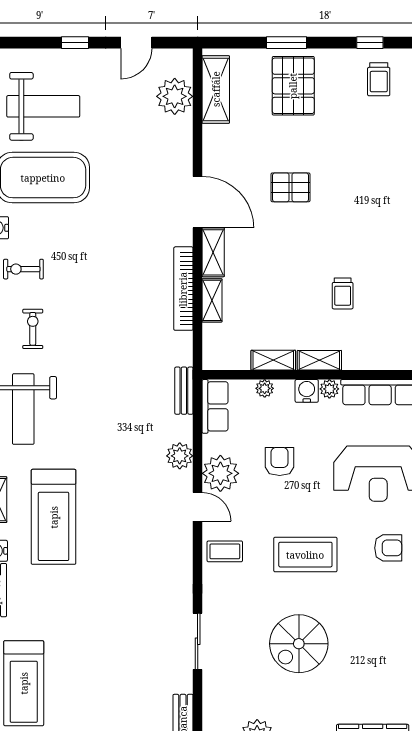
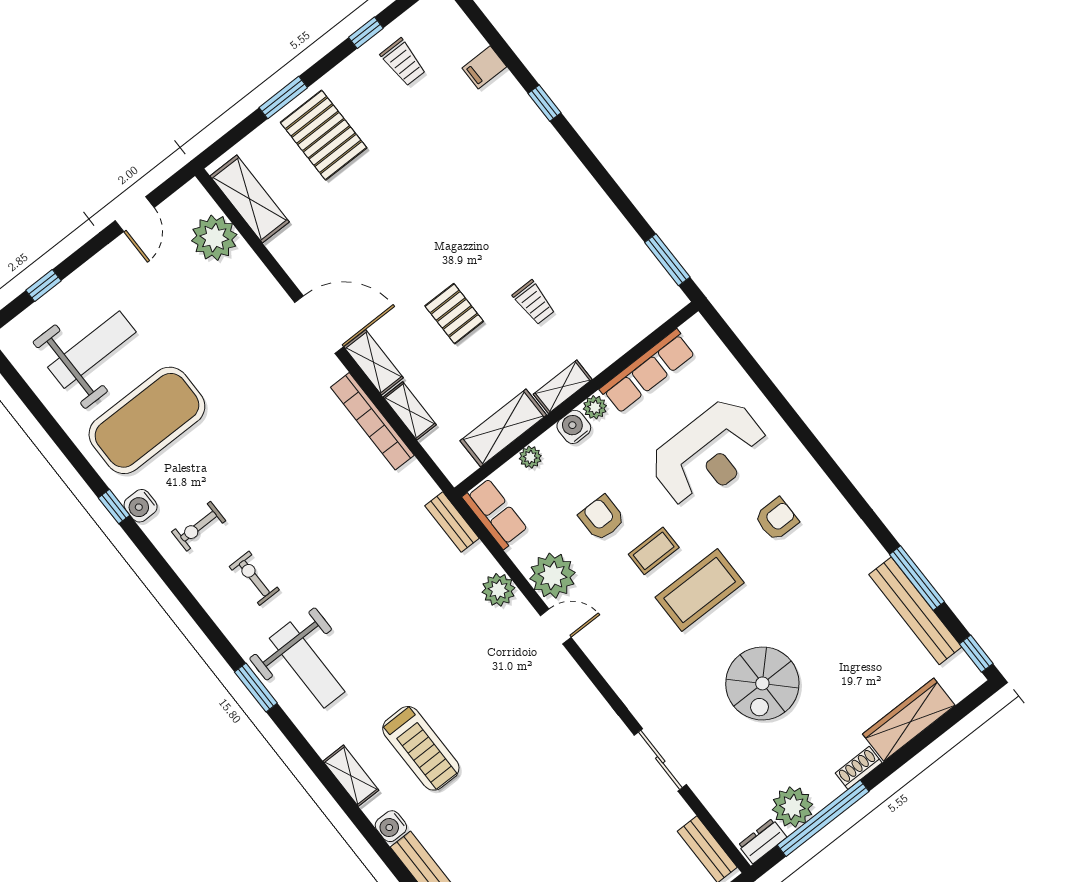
window: (75, 43) -> (44, 285), moved
pallet: (291, 187) -> (454, 314), moved, turned 90
shelving: (273, 360) -> (503, 428), width x1.50, depth x1.33
treadmill: (54, 517) -> (421, 748), width x0.73, depth x0.73
coffee table: (225, 551) -> (654, 551), moved

